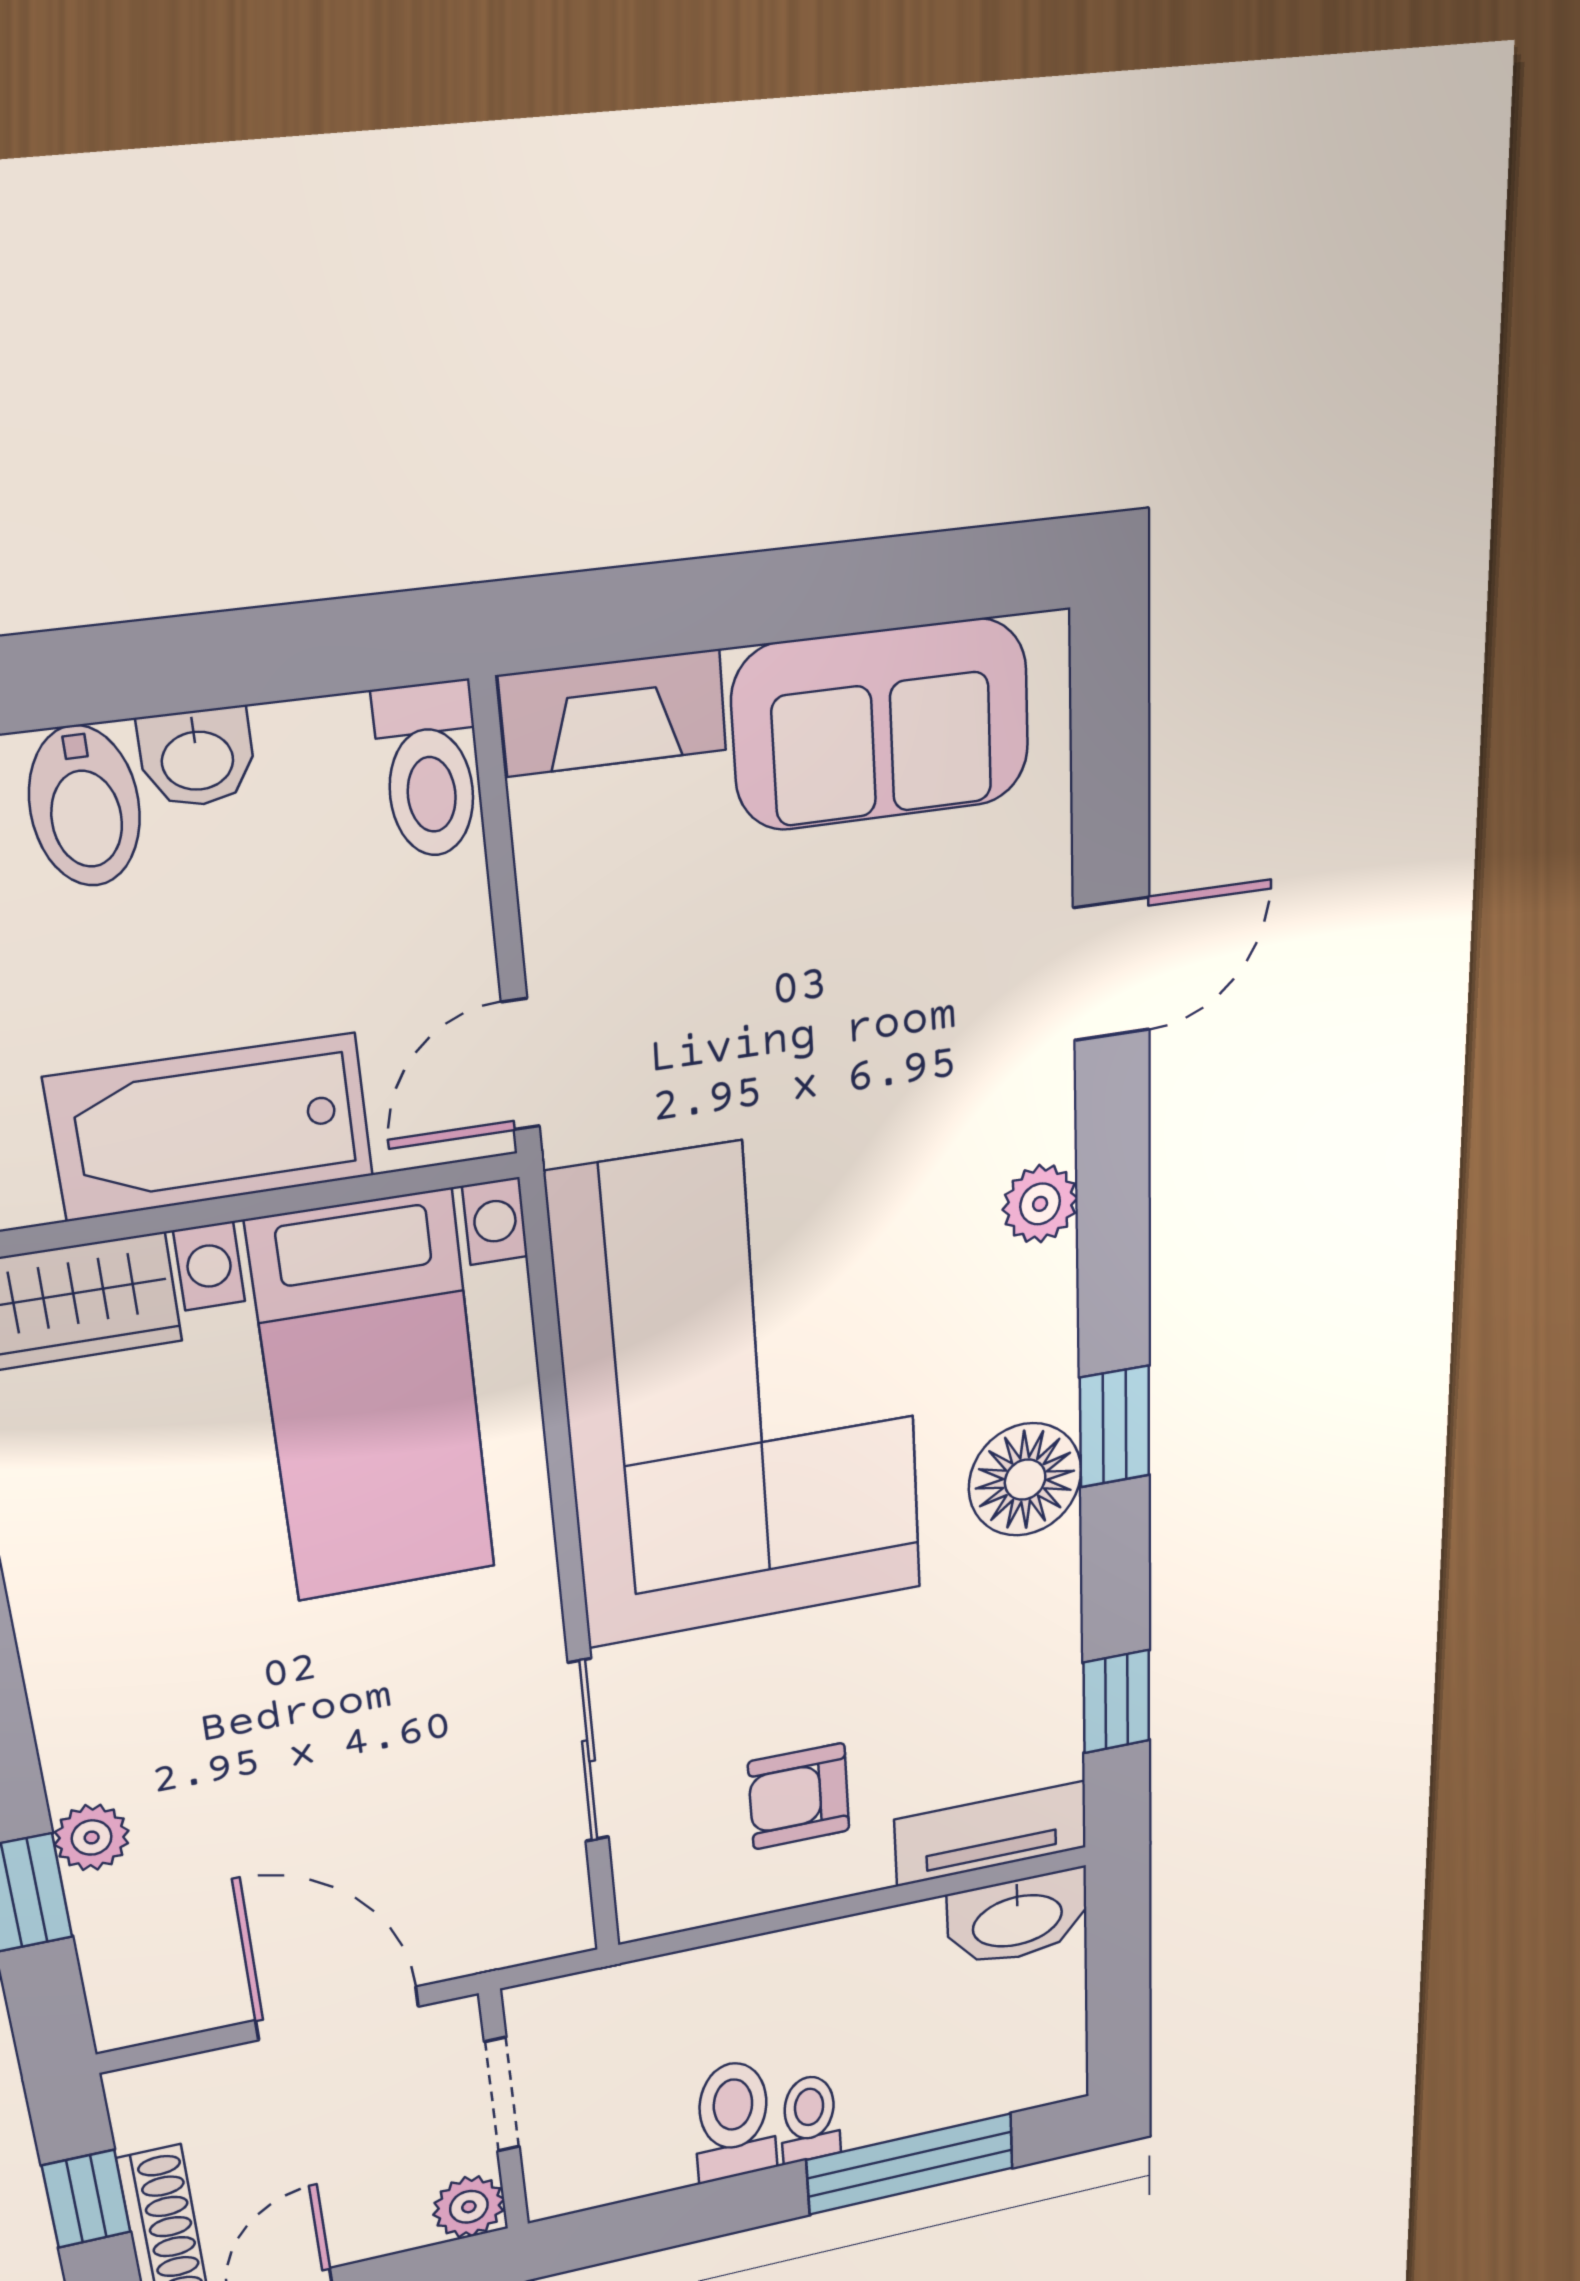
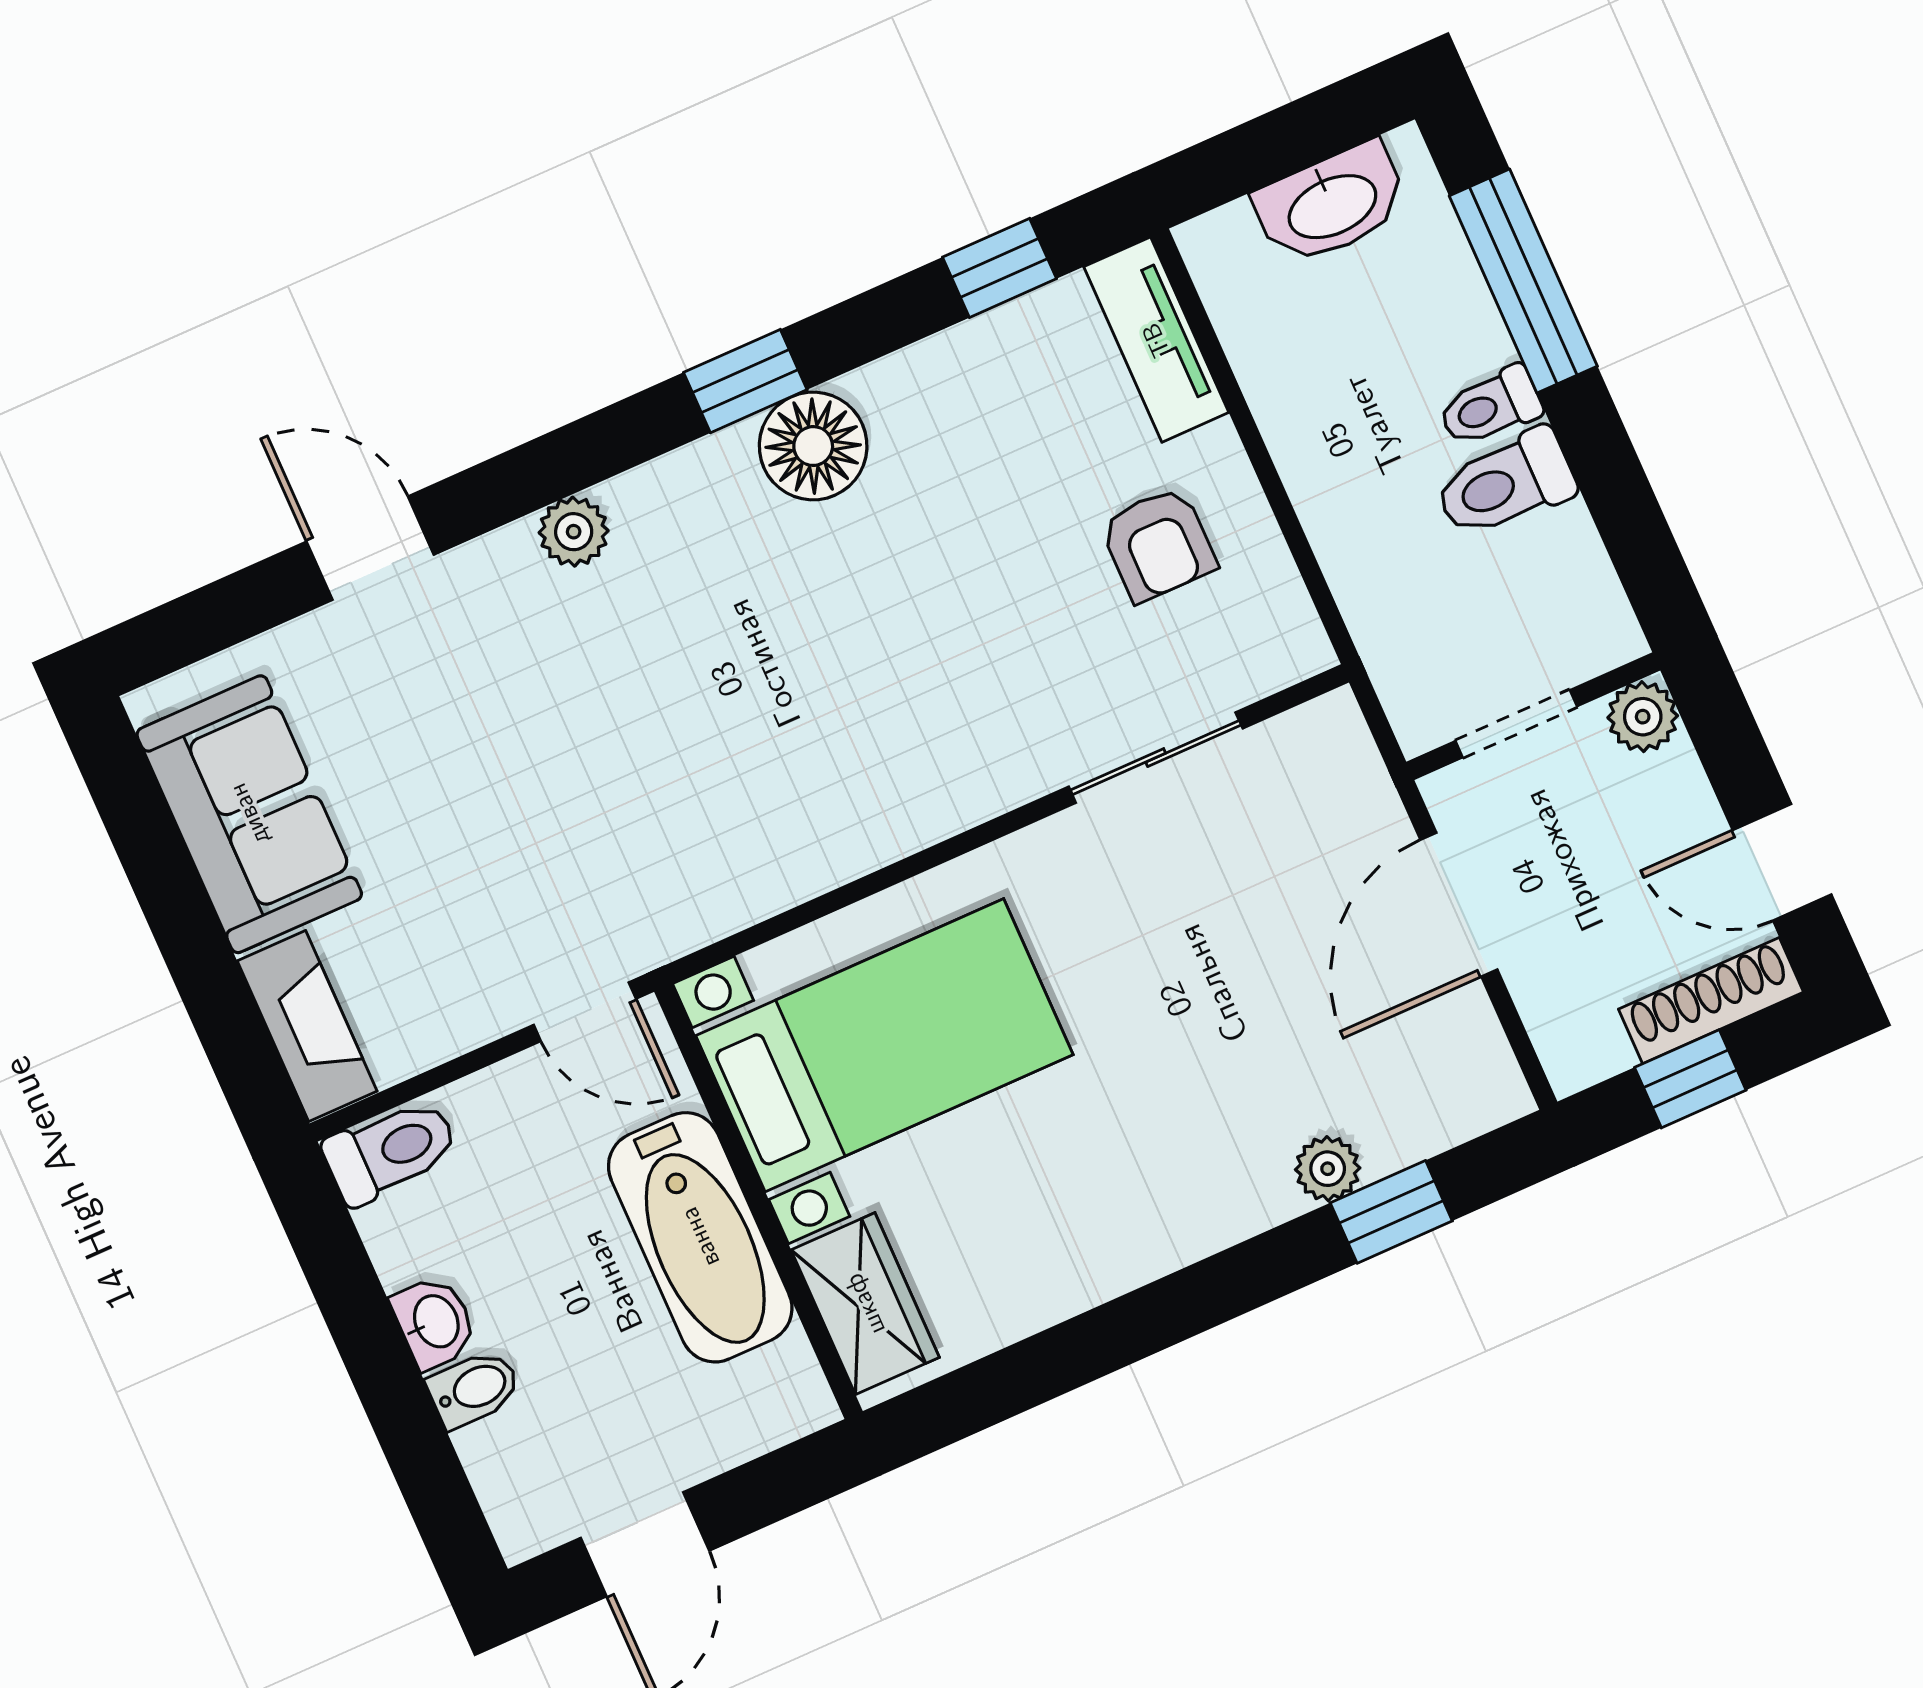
bidet: (85, 806) -> (474, 1389), width x0.72, depth x0.74
corner sofa: (741, 1389) -> (798, 737), removed
washbasin: (1017, 1918) -> (1331, 204), moved, turned 90

